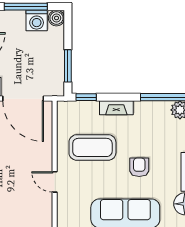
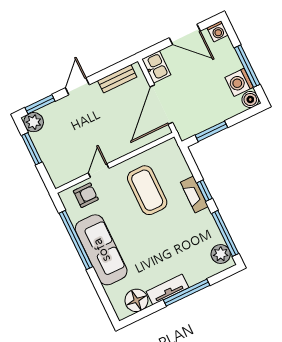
window: (86, 97) -> (205, 191), moved
armchair: (139, 167) -> (86, 195), moved

